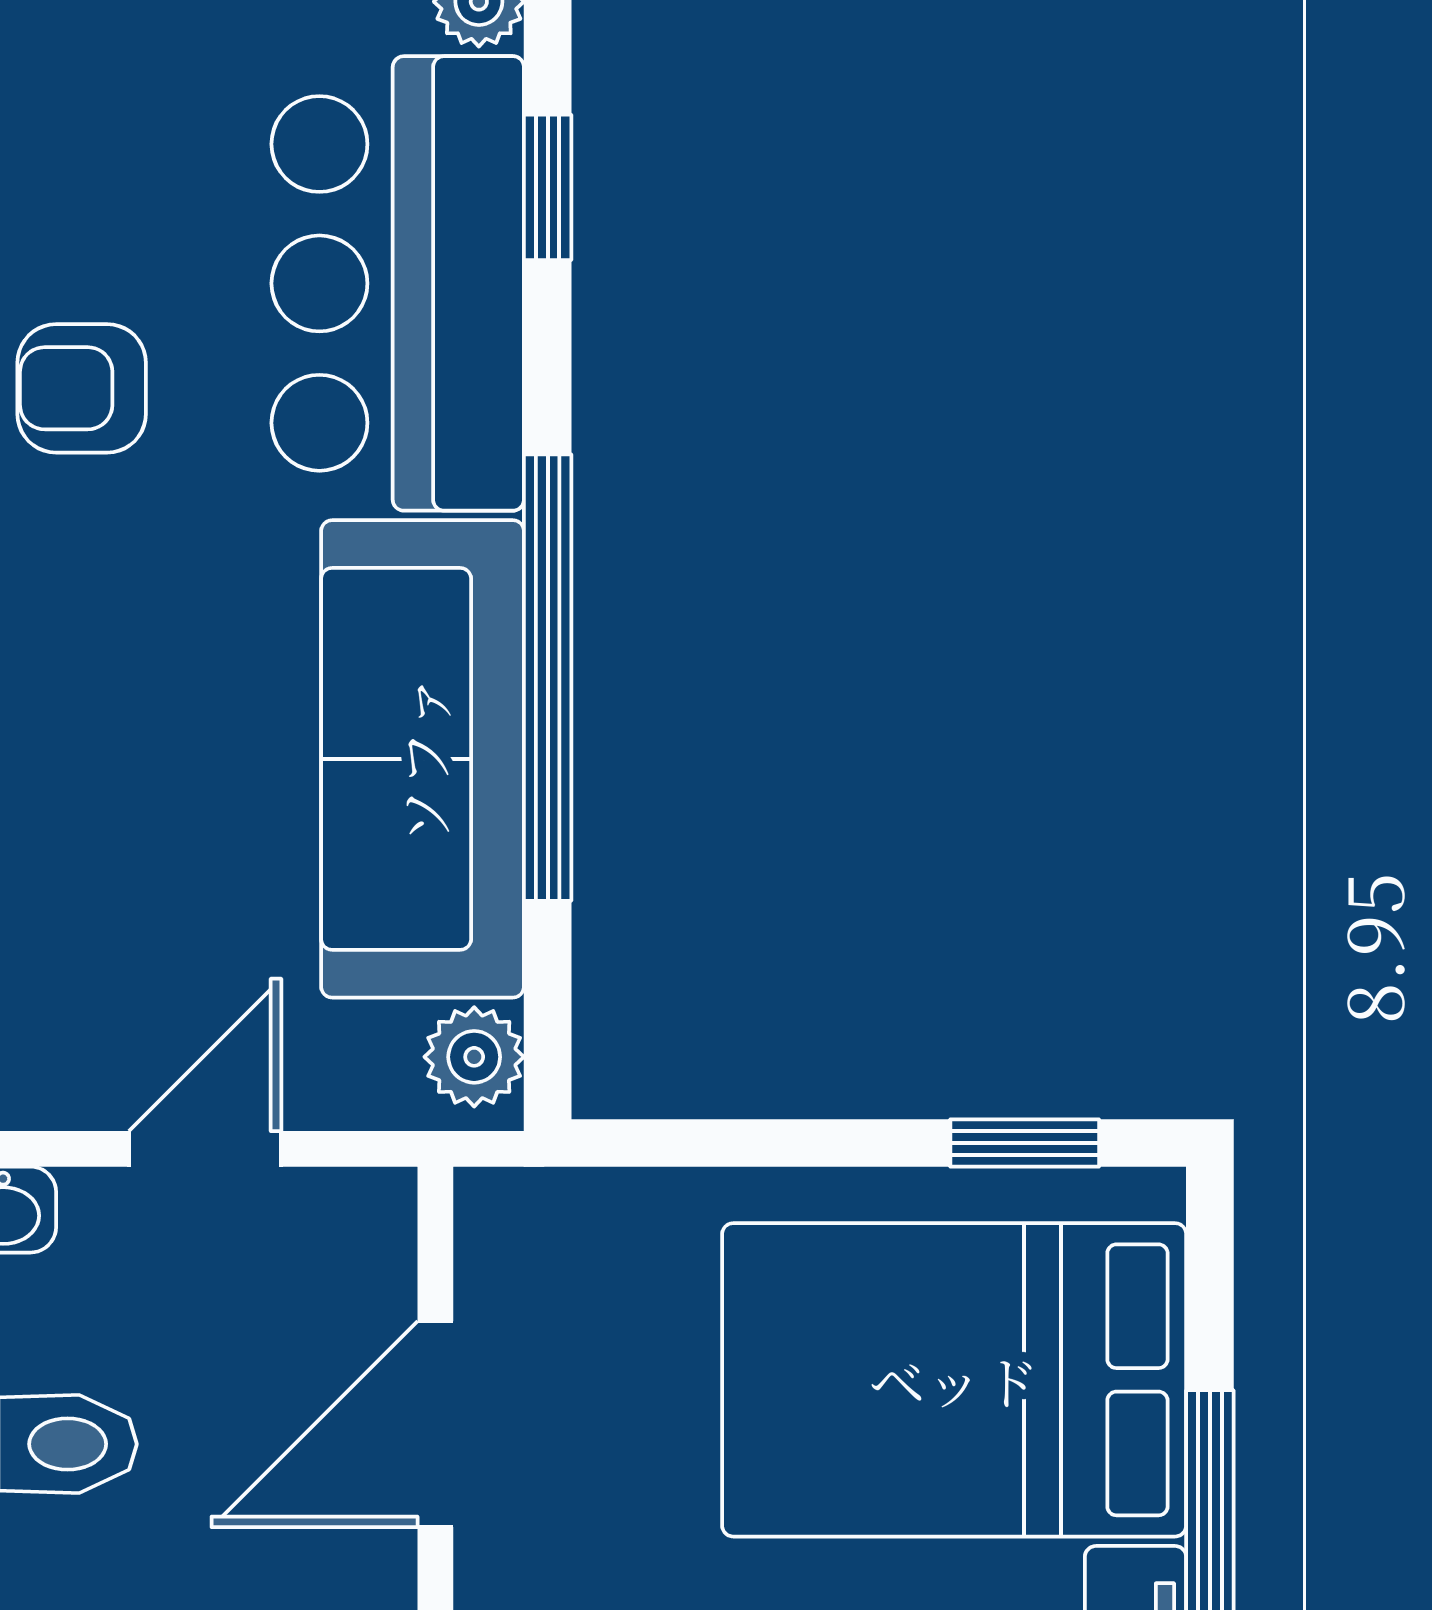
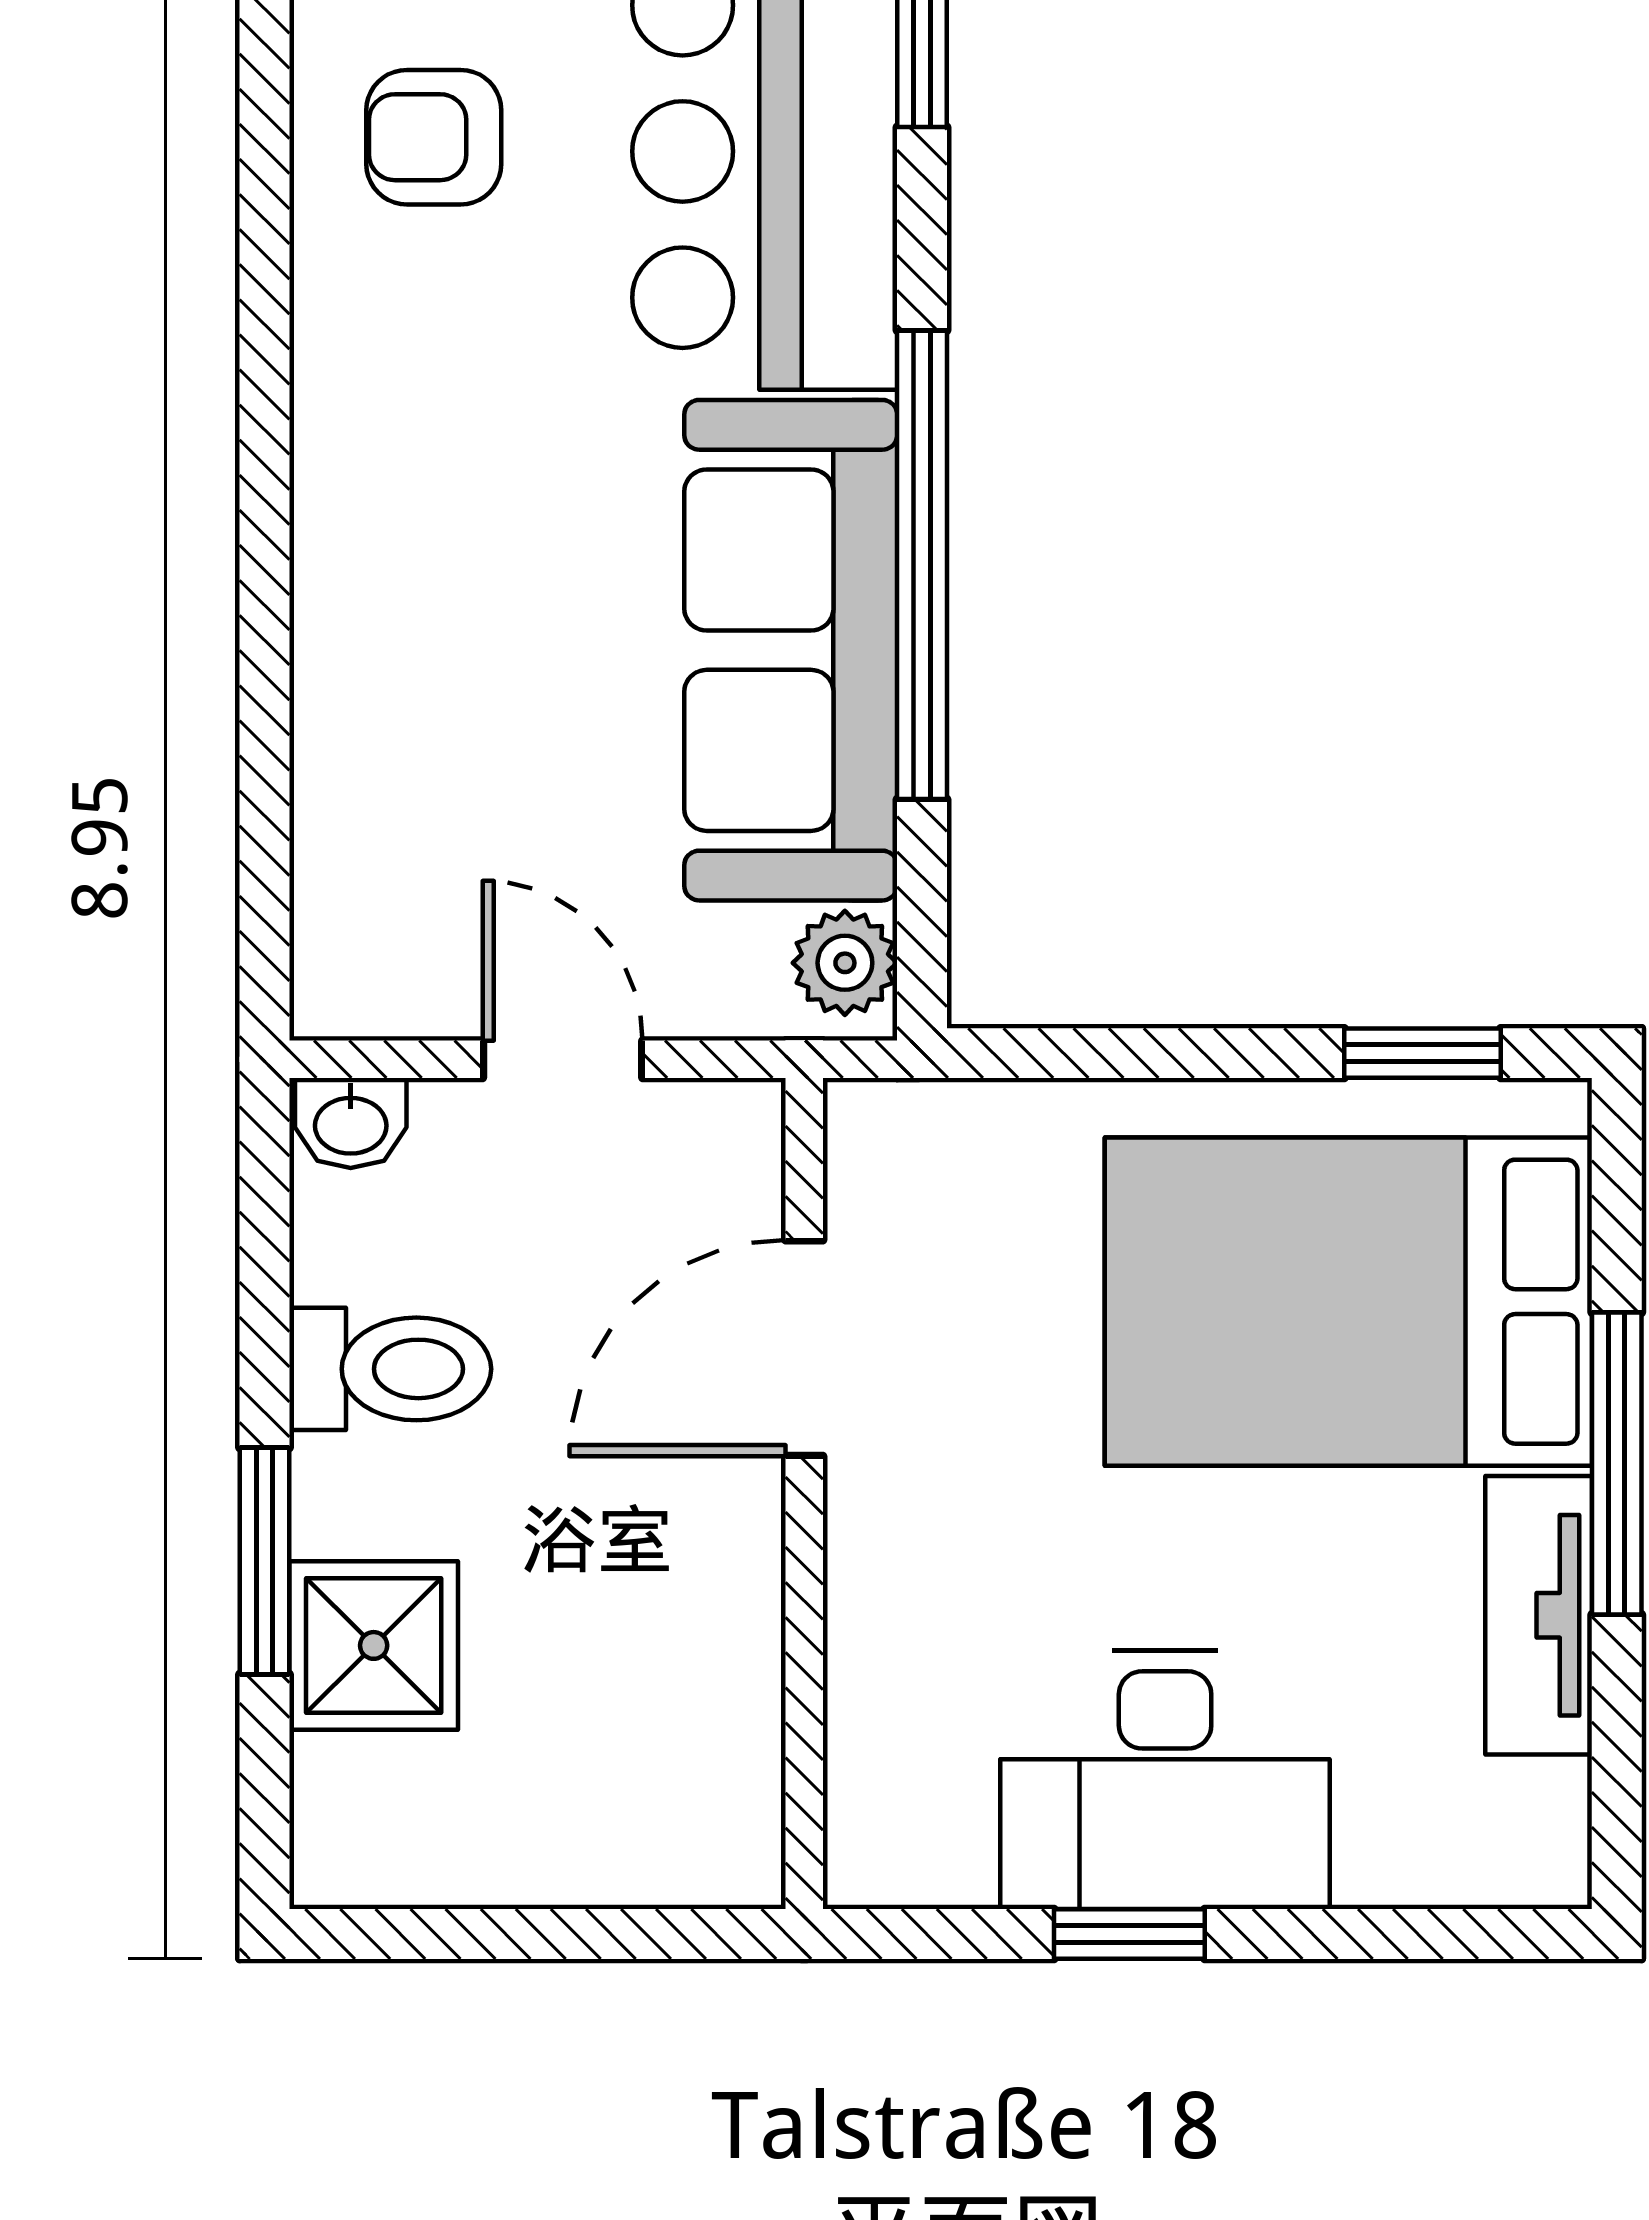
armchair: (82, 388) -> (434, 137), moved
door: (205, 1149) -> (563, 1059), hinge flipped

